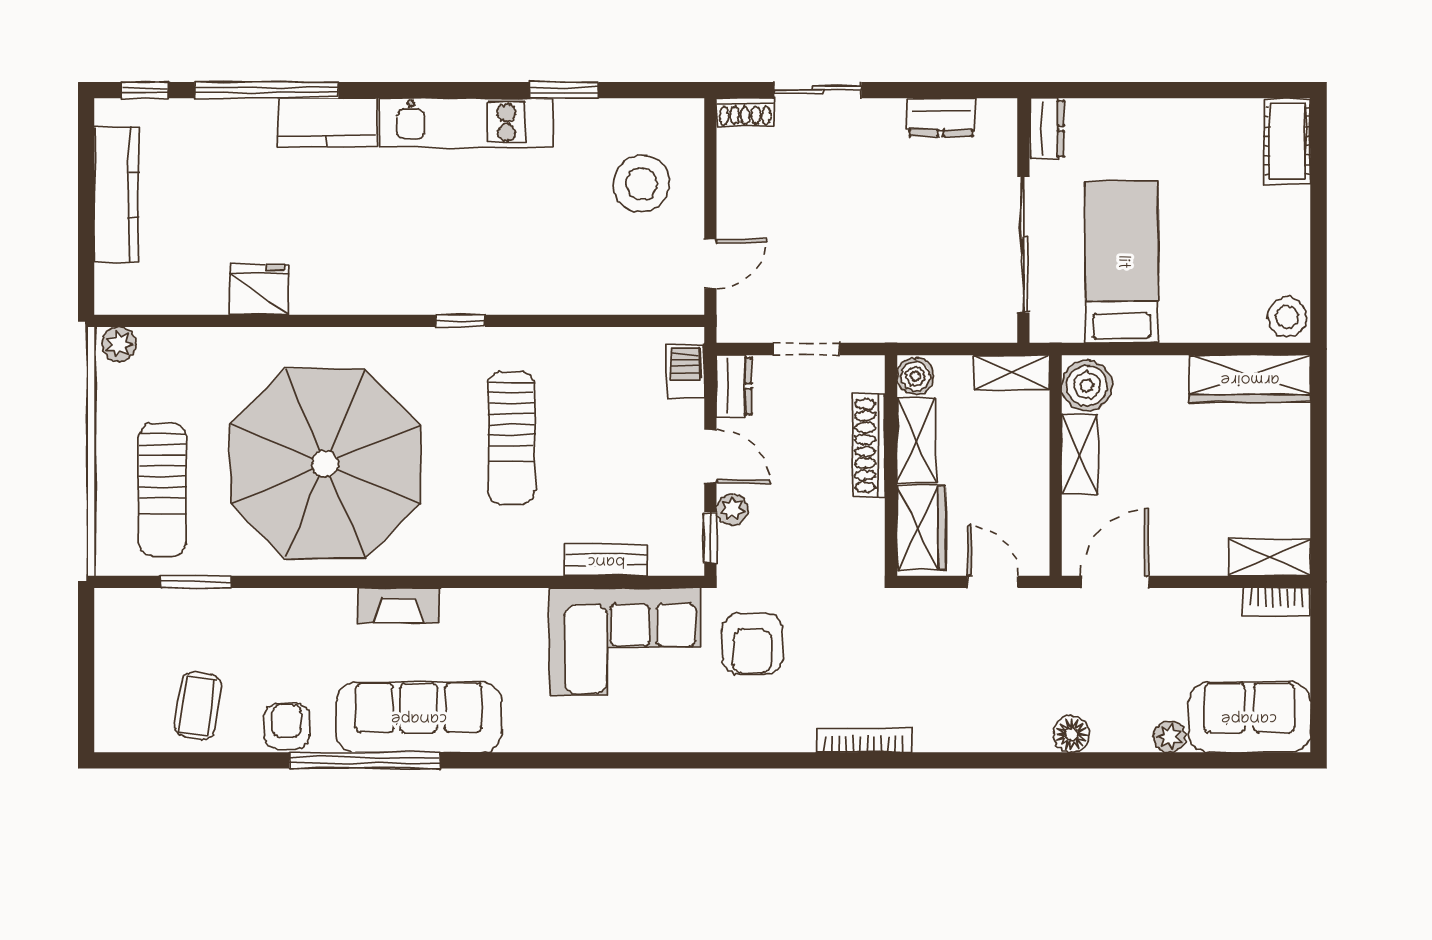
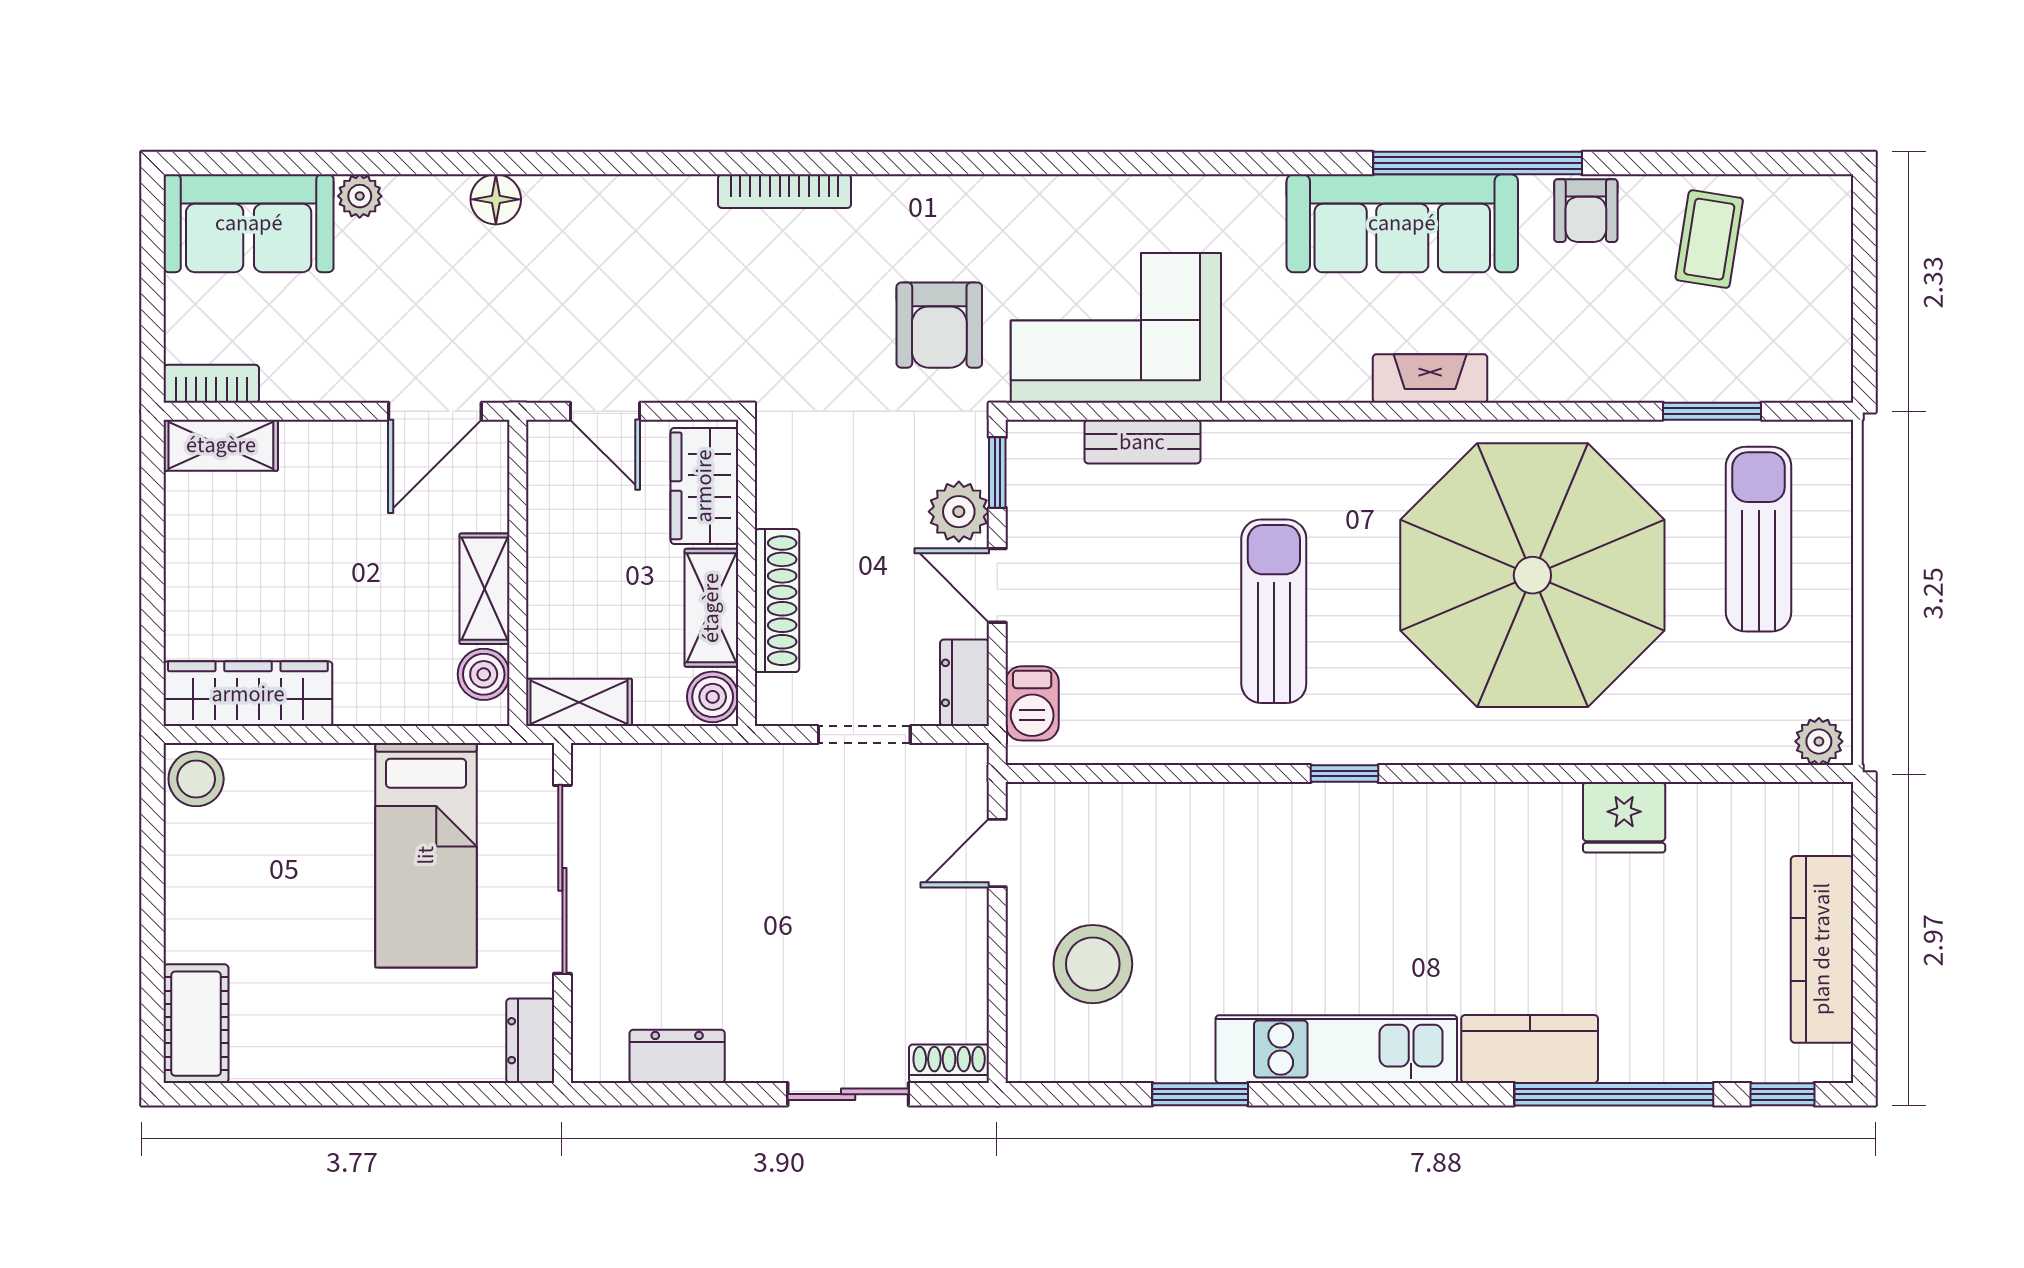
boiler: (1087, 386) -> (484, 674), width x0.73, depth x0.73
plant: (732, 509) -> (959, 512), width x1.38, depth x1.38
armchair: (752, 644) -> (939, 325), turned 180

